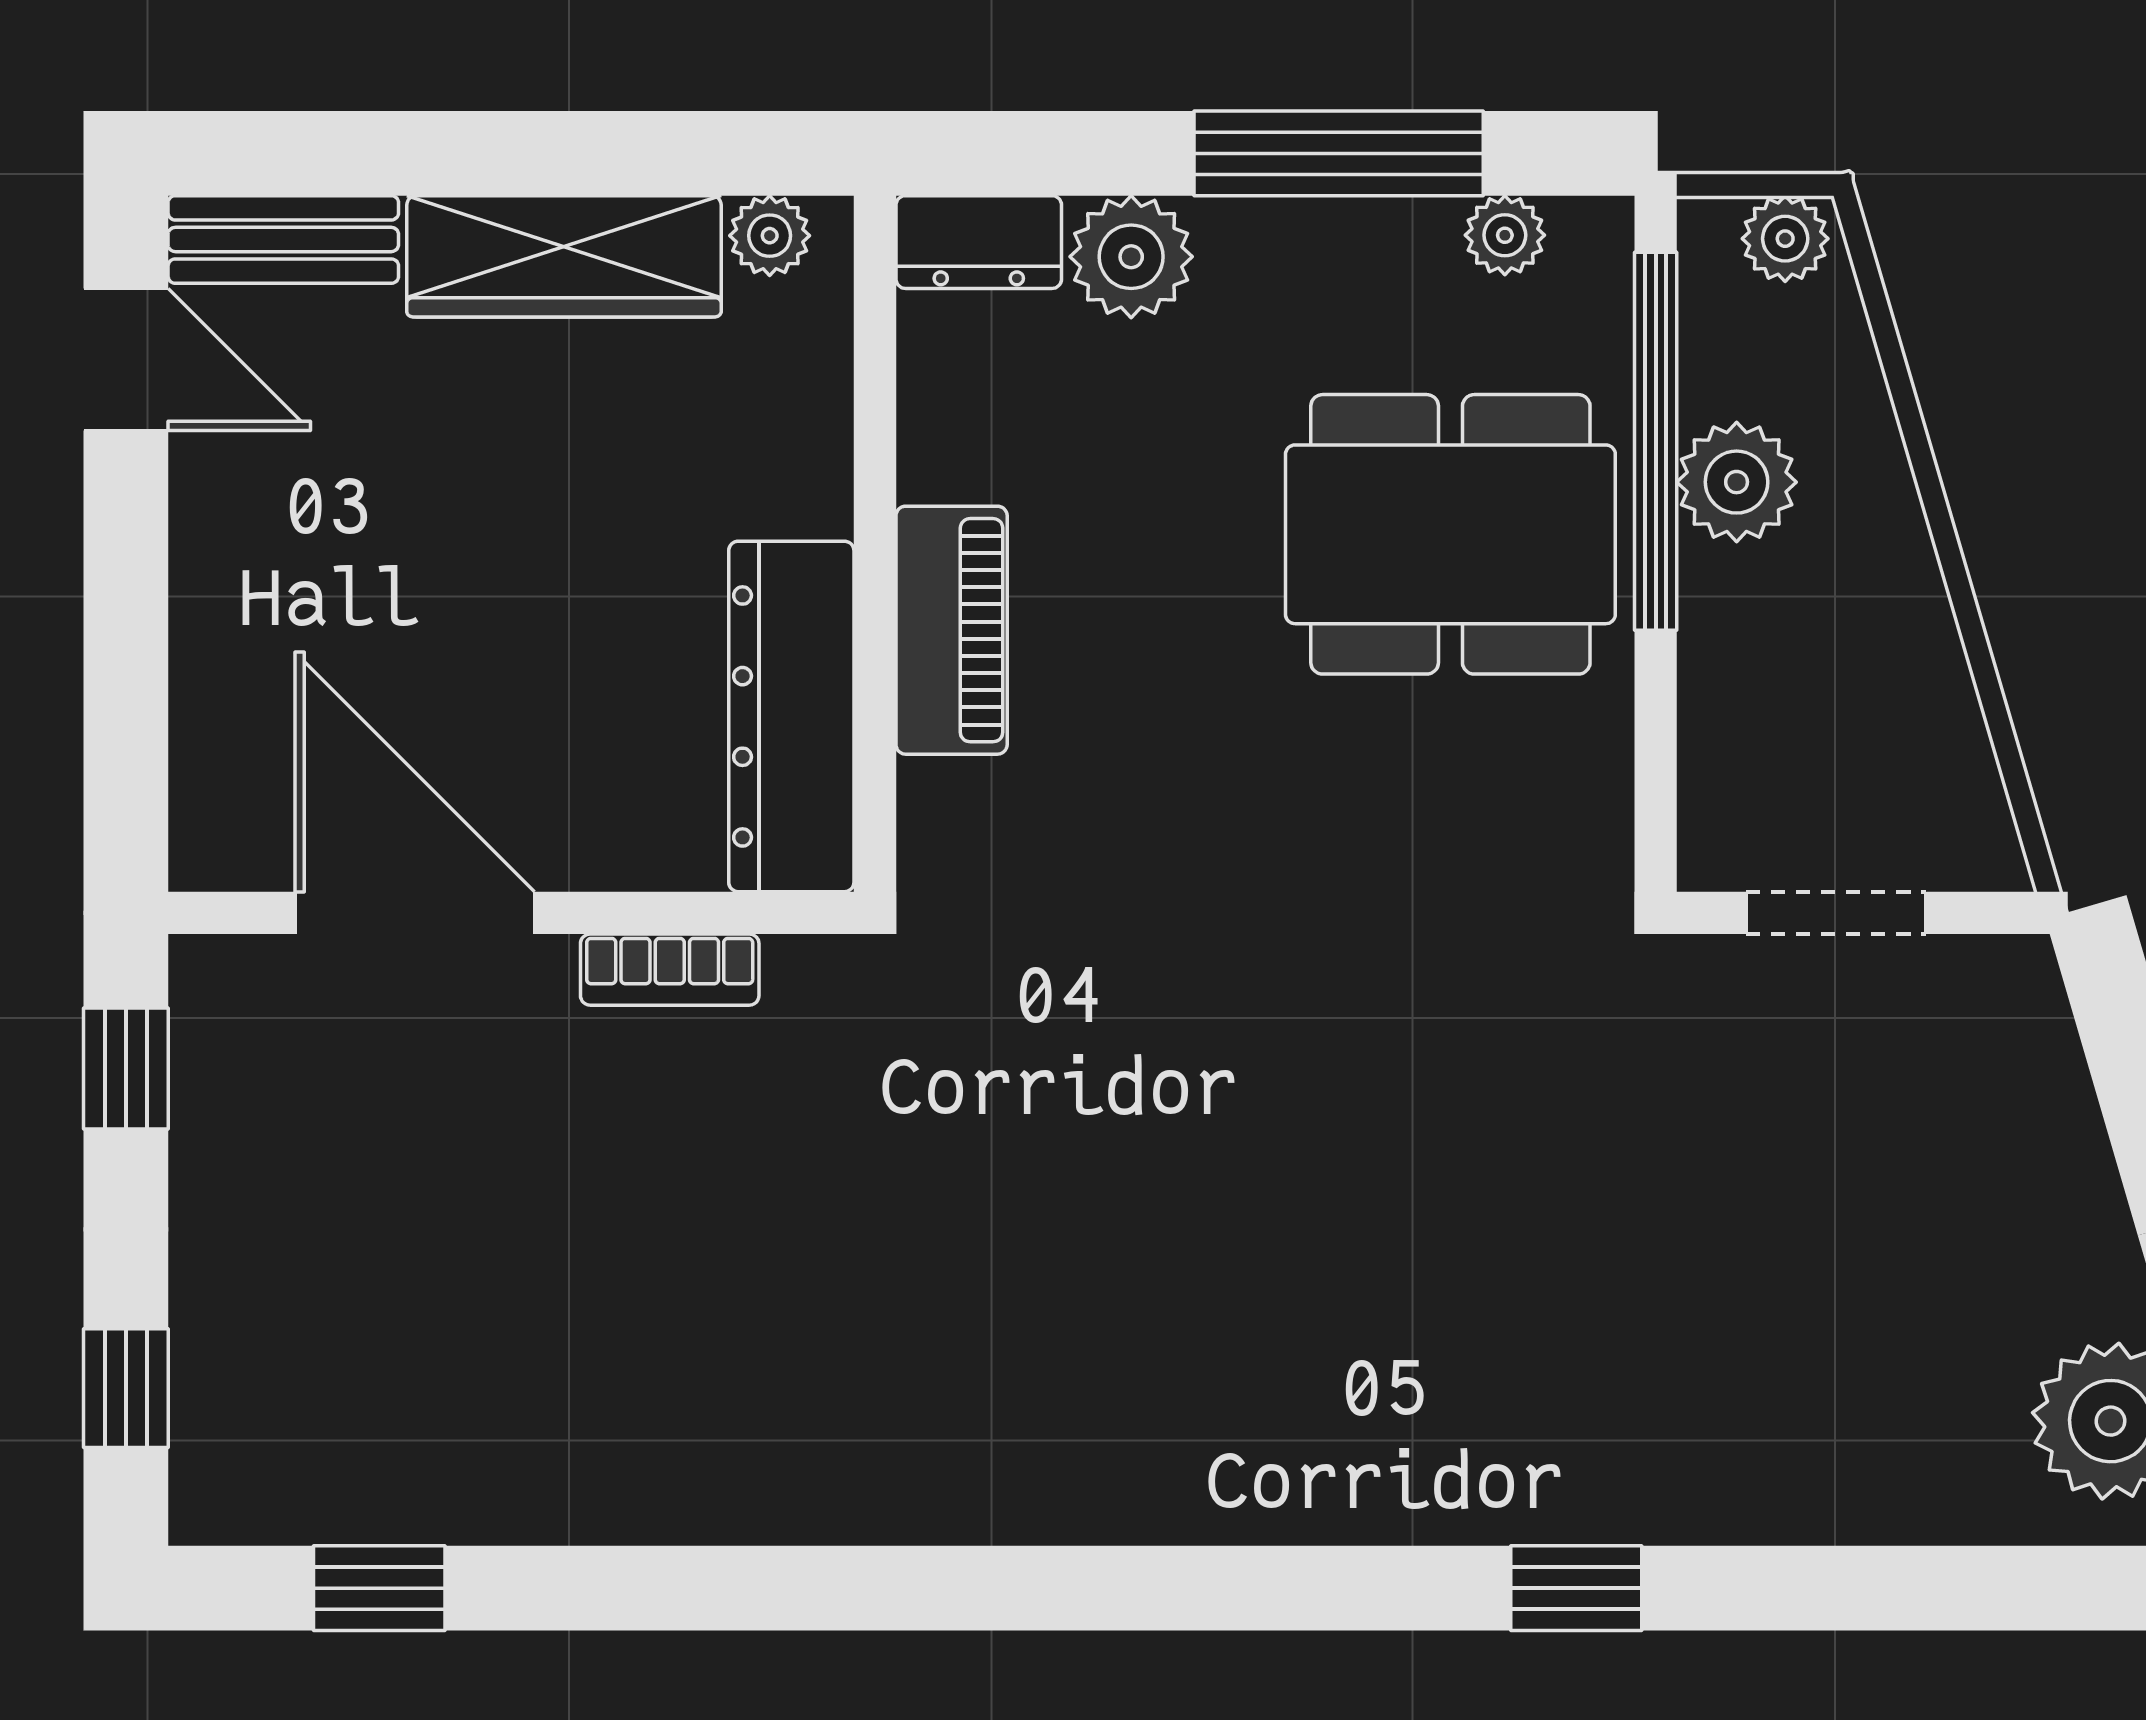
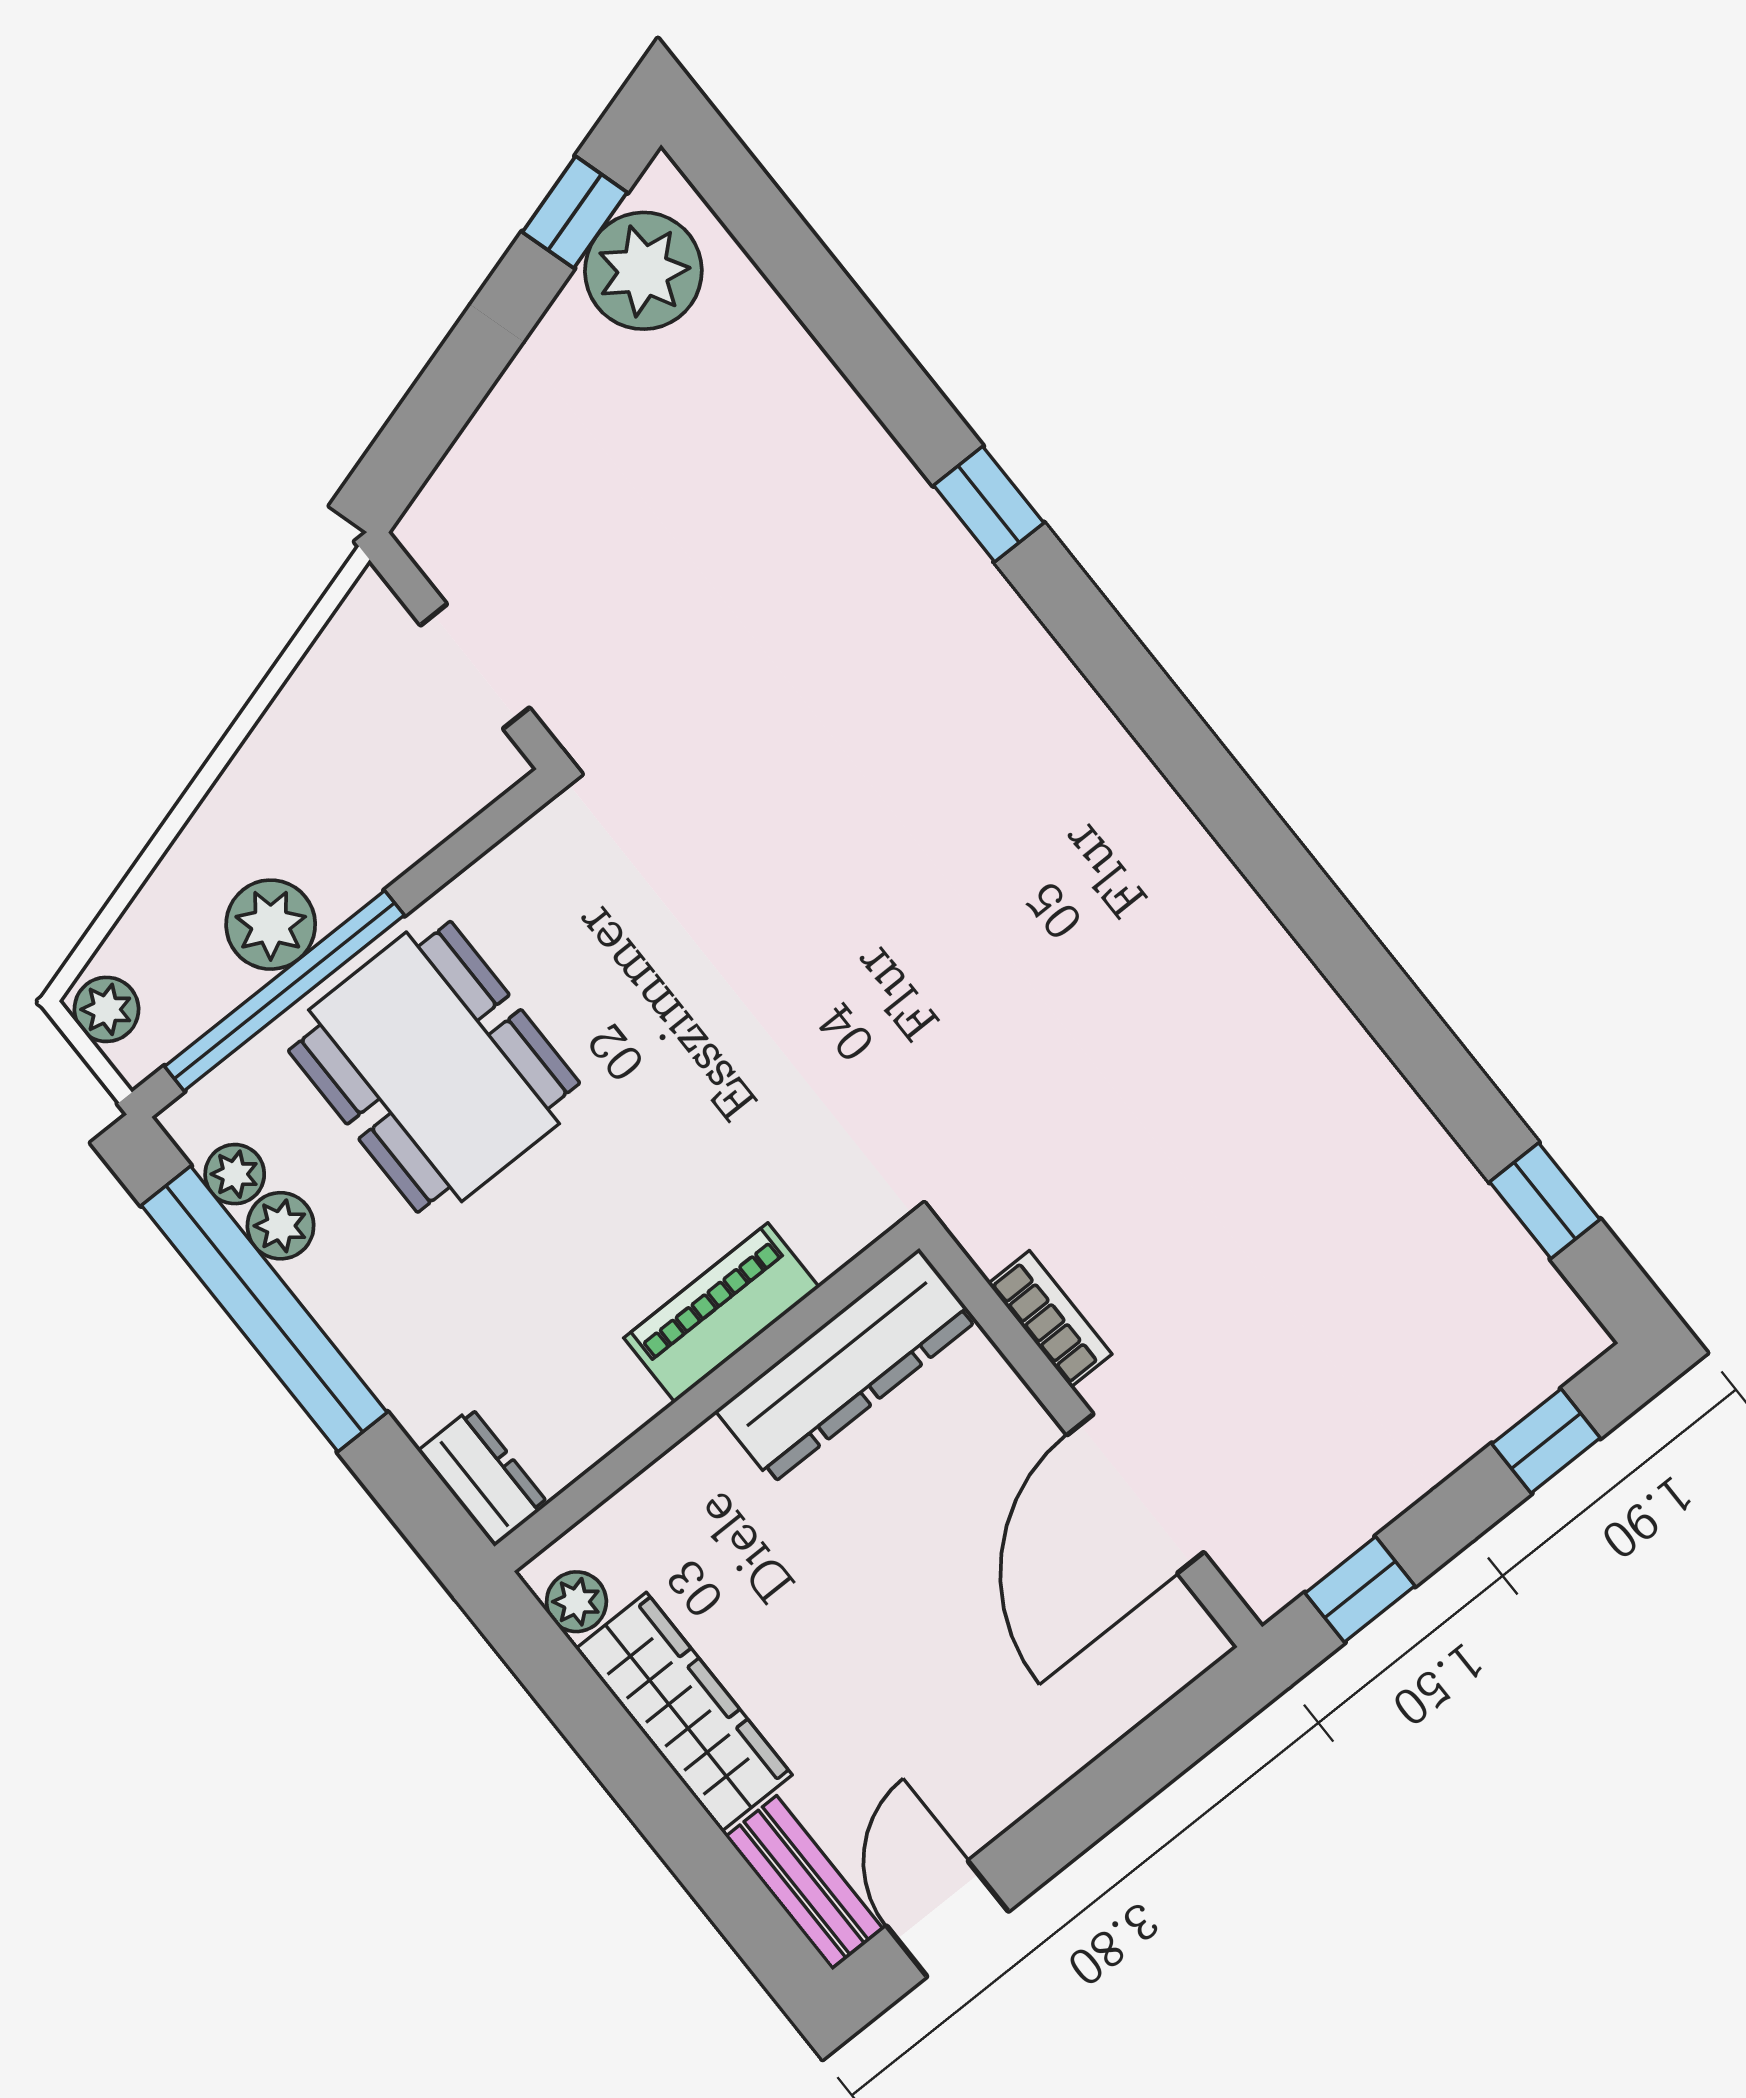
window: (1339, 153) -> (264, 1309), width x1.46
plant: (1131, 257) -> (281, 1226), moved, width x0.73, depth x0.73

